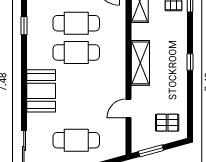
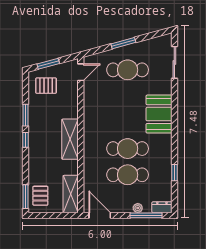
window: (190, 90) -> (25, 115), added
door: (129, 109) -> (81, 72), moved
window: (151, 151) -> (48, 64), moved

